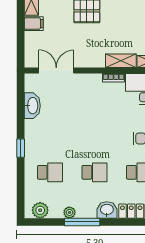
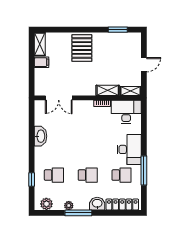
double door: (56, 71) -> (59, 98), swing flipped
washbasin: (32, 106) -> (40, 136), moved
window: (21, 148) -> (32, 179), moved

